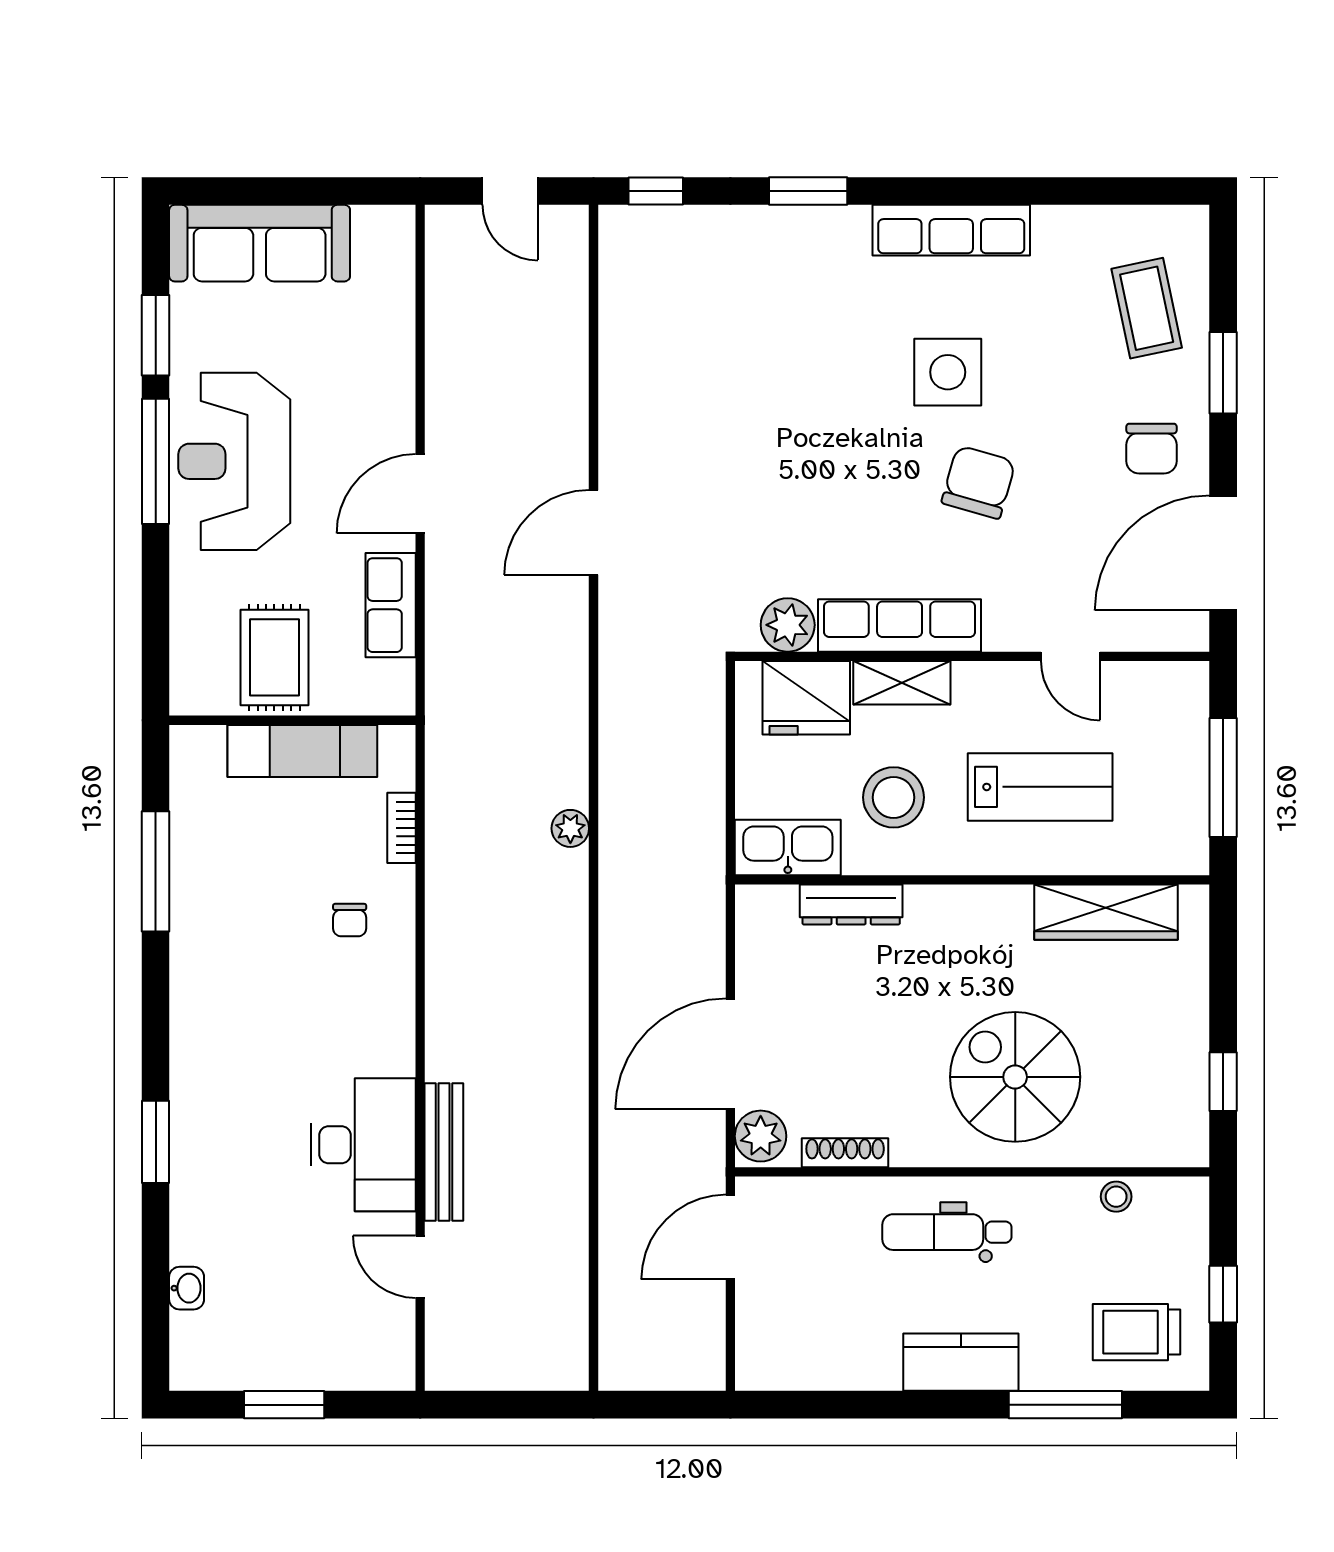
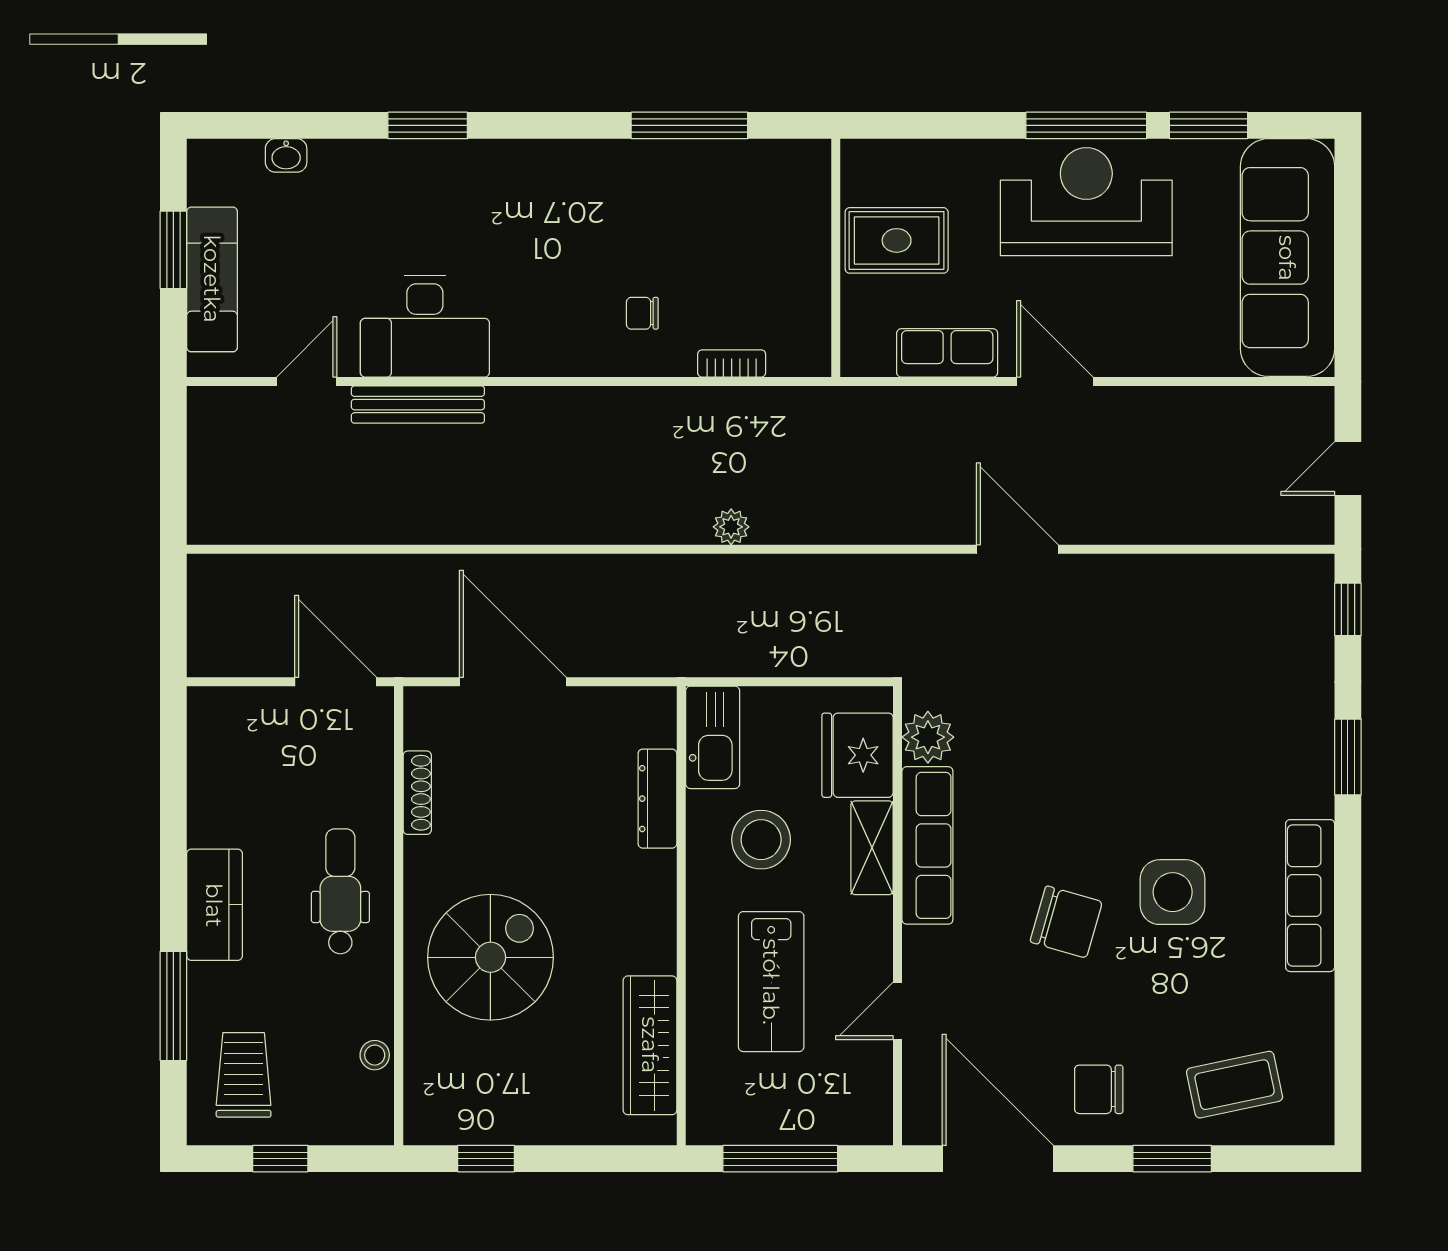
sofa: (260, 243) -> (1287, 258), width x1.36, depth x1.27
exam couch: (302, 751) -> (212, 279), moved, turned 180
plant: (761, 1136) -> (433, 711), removed

